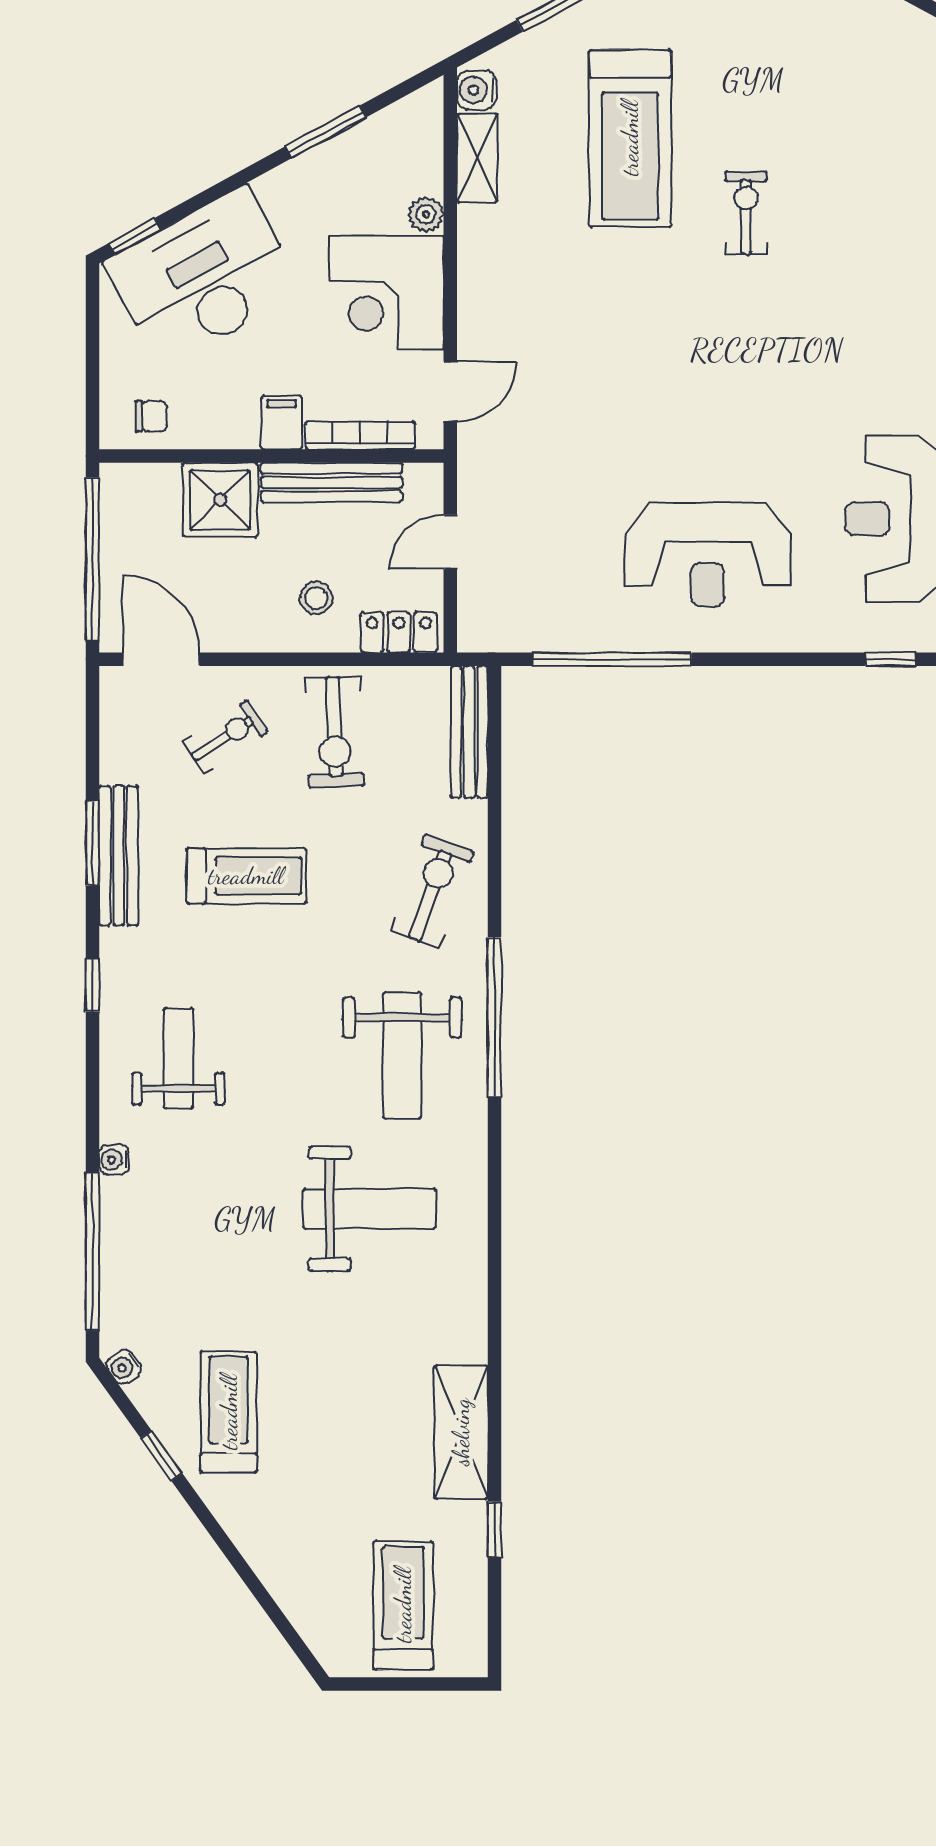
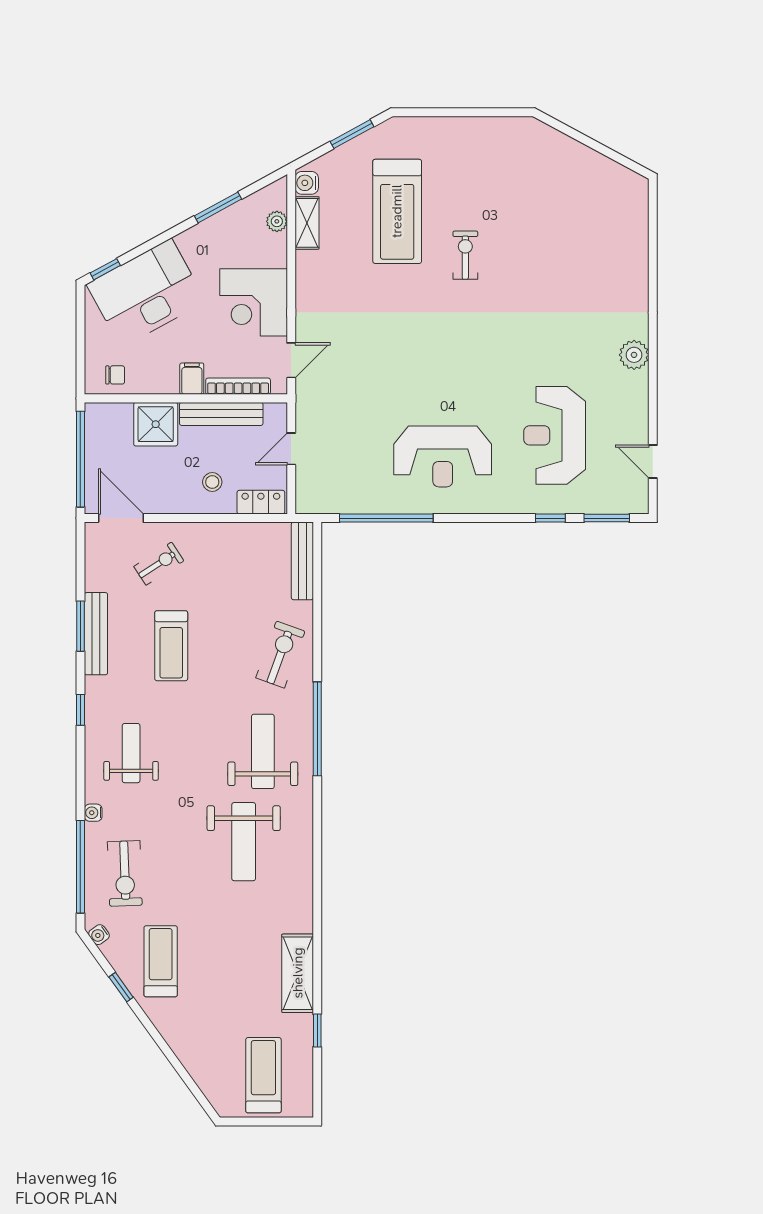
plant: (426, 214) -> (277, 221), moved
exercise bike: (335, 732) -> (125, 873), moved
treadmill: (246, 876) -> (171, 646), turned 90
weight bench: (402, 1056) -> (263, 751), turned 180
weight bench: (370, 1209) -> (244, 842), turned 90

